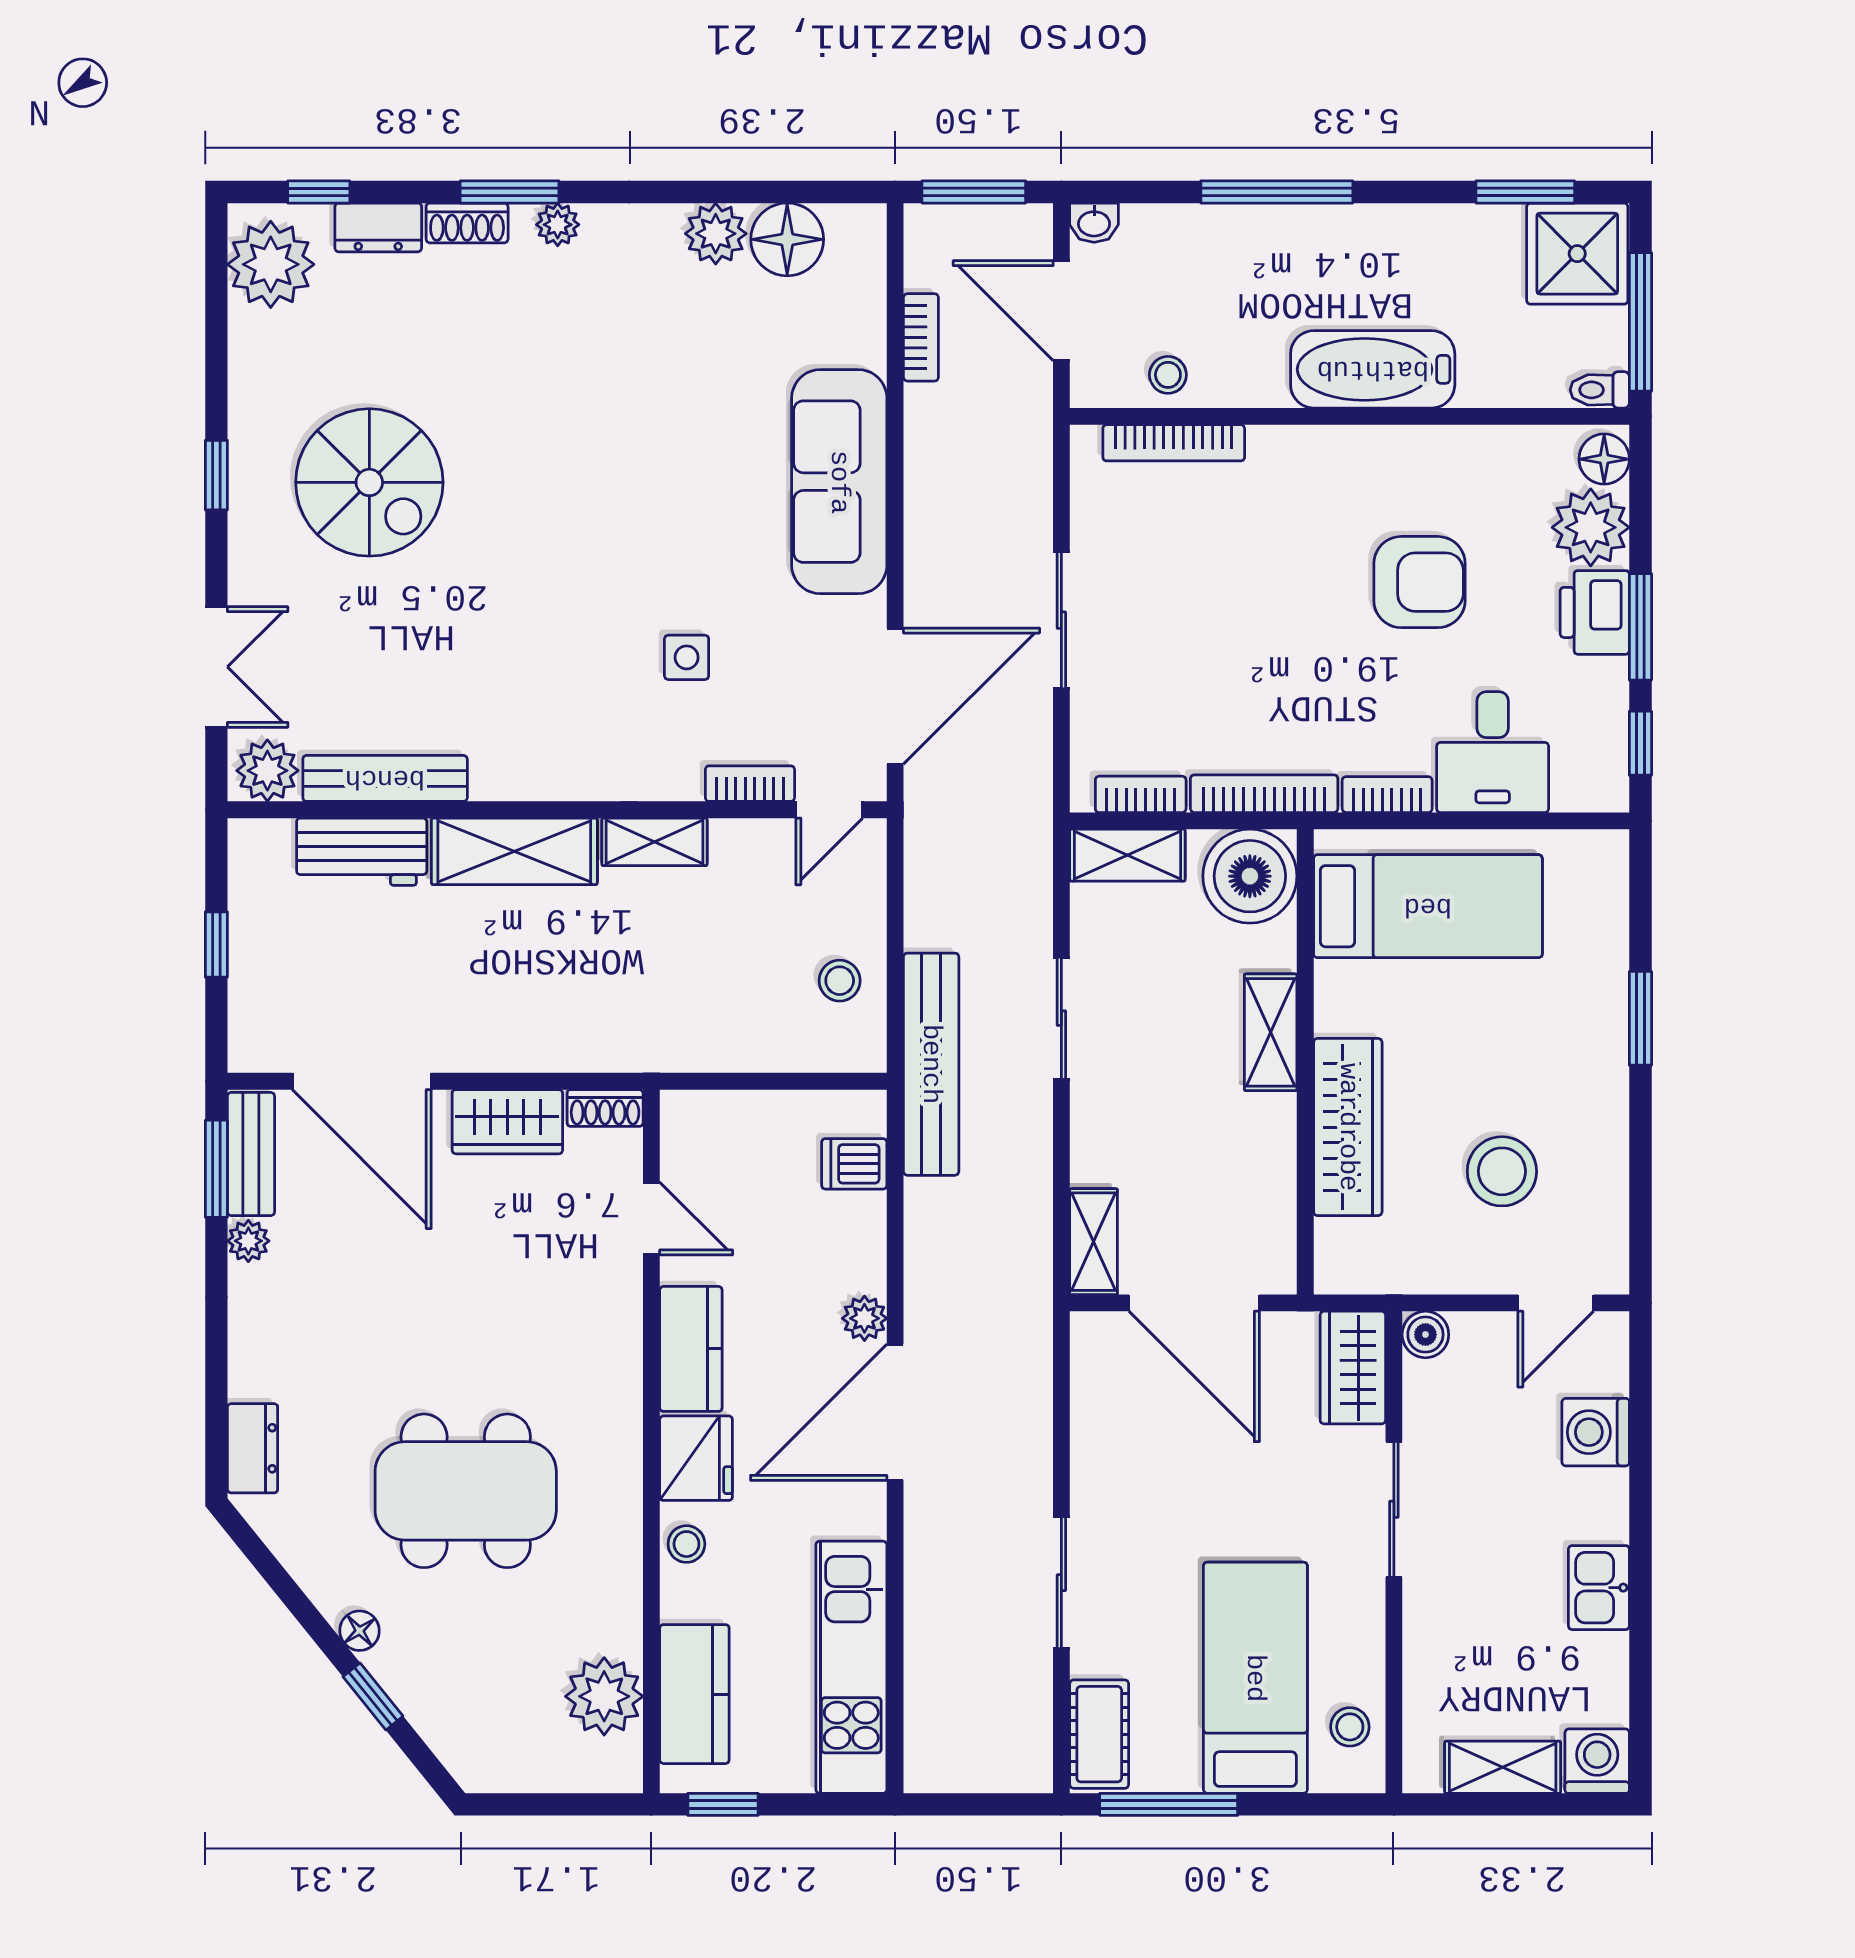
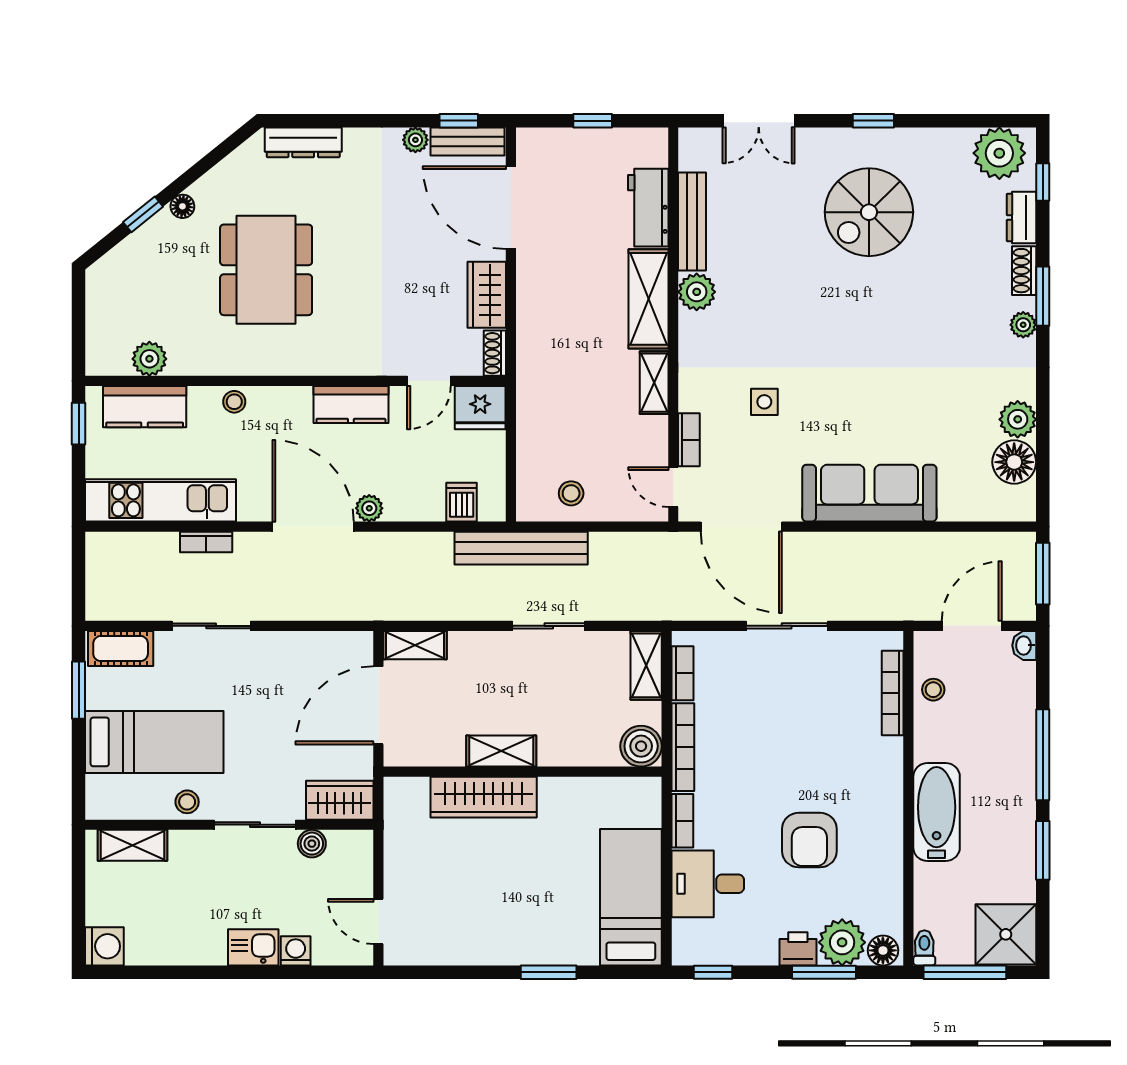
window: (1525, 192) -> (1043, 850), moved
bookcase: (921, 337) -> (206, 542), moved
printer: (1595, 612) -> (798, 949), width x0.73, depth x0.81
window: (1640, 627) -> (824, 972), moved
plant: (267, 771) -> (697, 292), moved
boiler: (1250, 876) -> (641, 746), width x0.73, depth x0.73
bed: (1428, 906) -> (631, 897), moved, turned 180
shelving: (1271, 1032) -> (501, 751), moved
door: (362, 1081) -> (511, 208), hinge flipped
window: (216, 1169) -> (459, 121), width x0.67
stool: (1502, 1171) -> (457, 889), removed
boiler: (1425, 1335) -> (312, 844), moved
washing machine: (1596, 1432) -> (296, 951), width x0.73, depth x0.73
dresser: (253, 1448) -> (303, 142), width x1.44
fridge: (696, 1458) -> (480, 408), moved
kitchen sink: (1599, 1588) -> (253, 947), moved
plant: (604, 1696) -> (149, 359), width x0.73, depth x0.73
stool: (1350, 1727) -> (187, 802), moved
shelving: (1503, 1767) -> (132, 845), moved, turned 90
window: (1169, 1804) -> (79, 690), width x0.69

